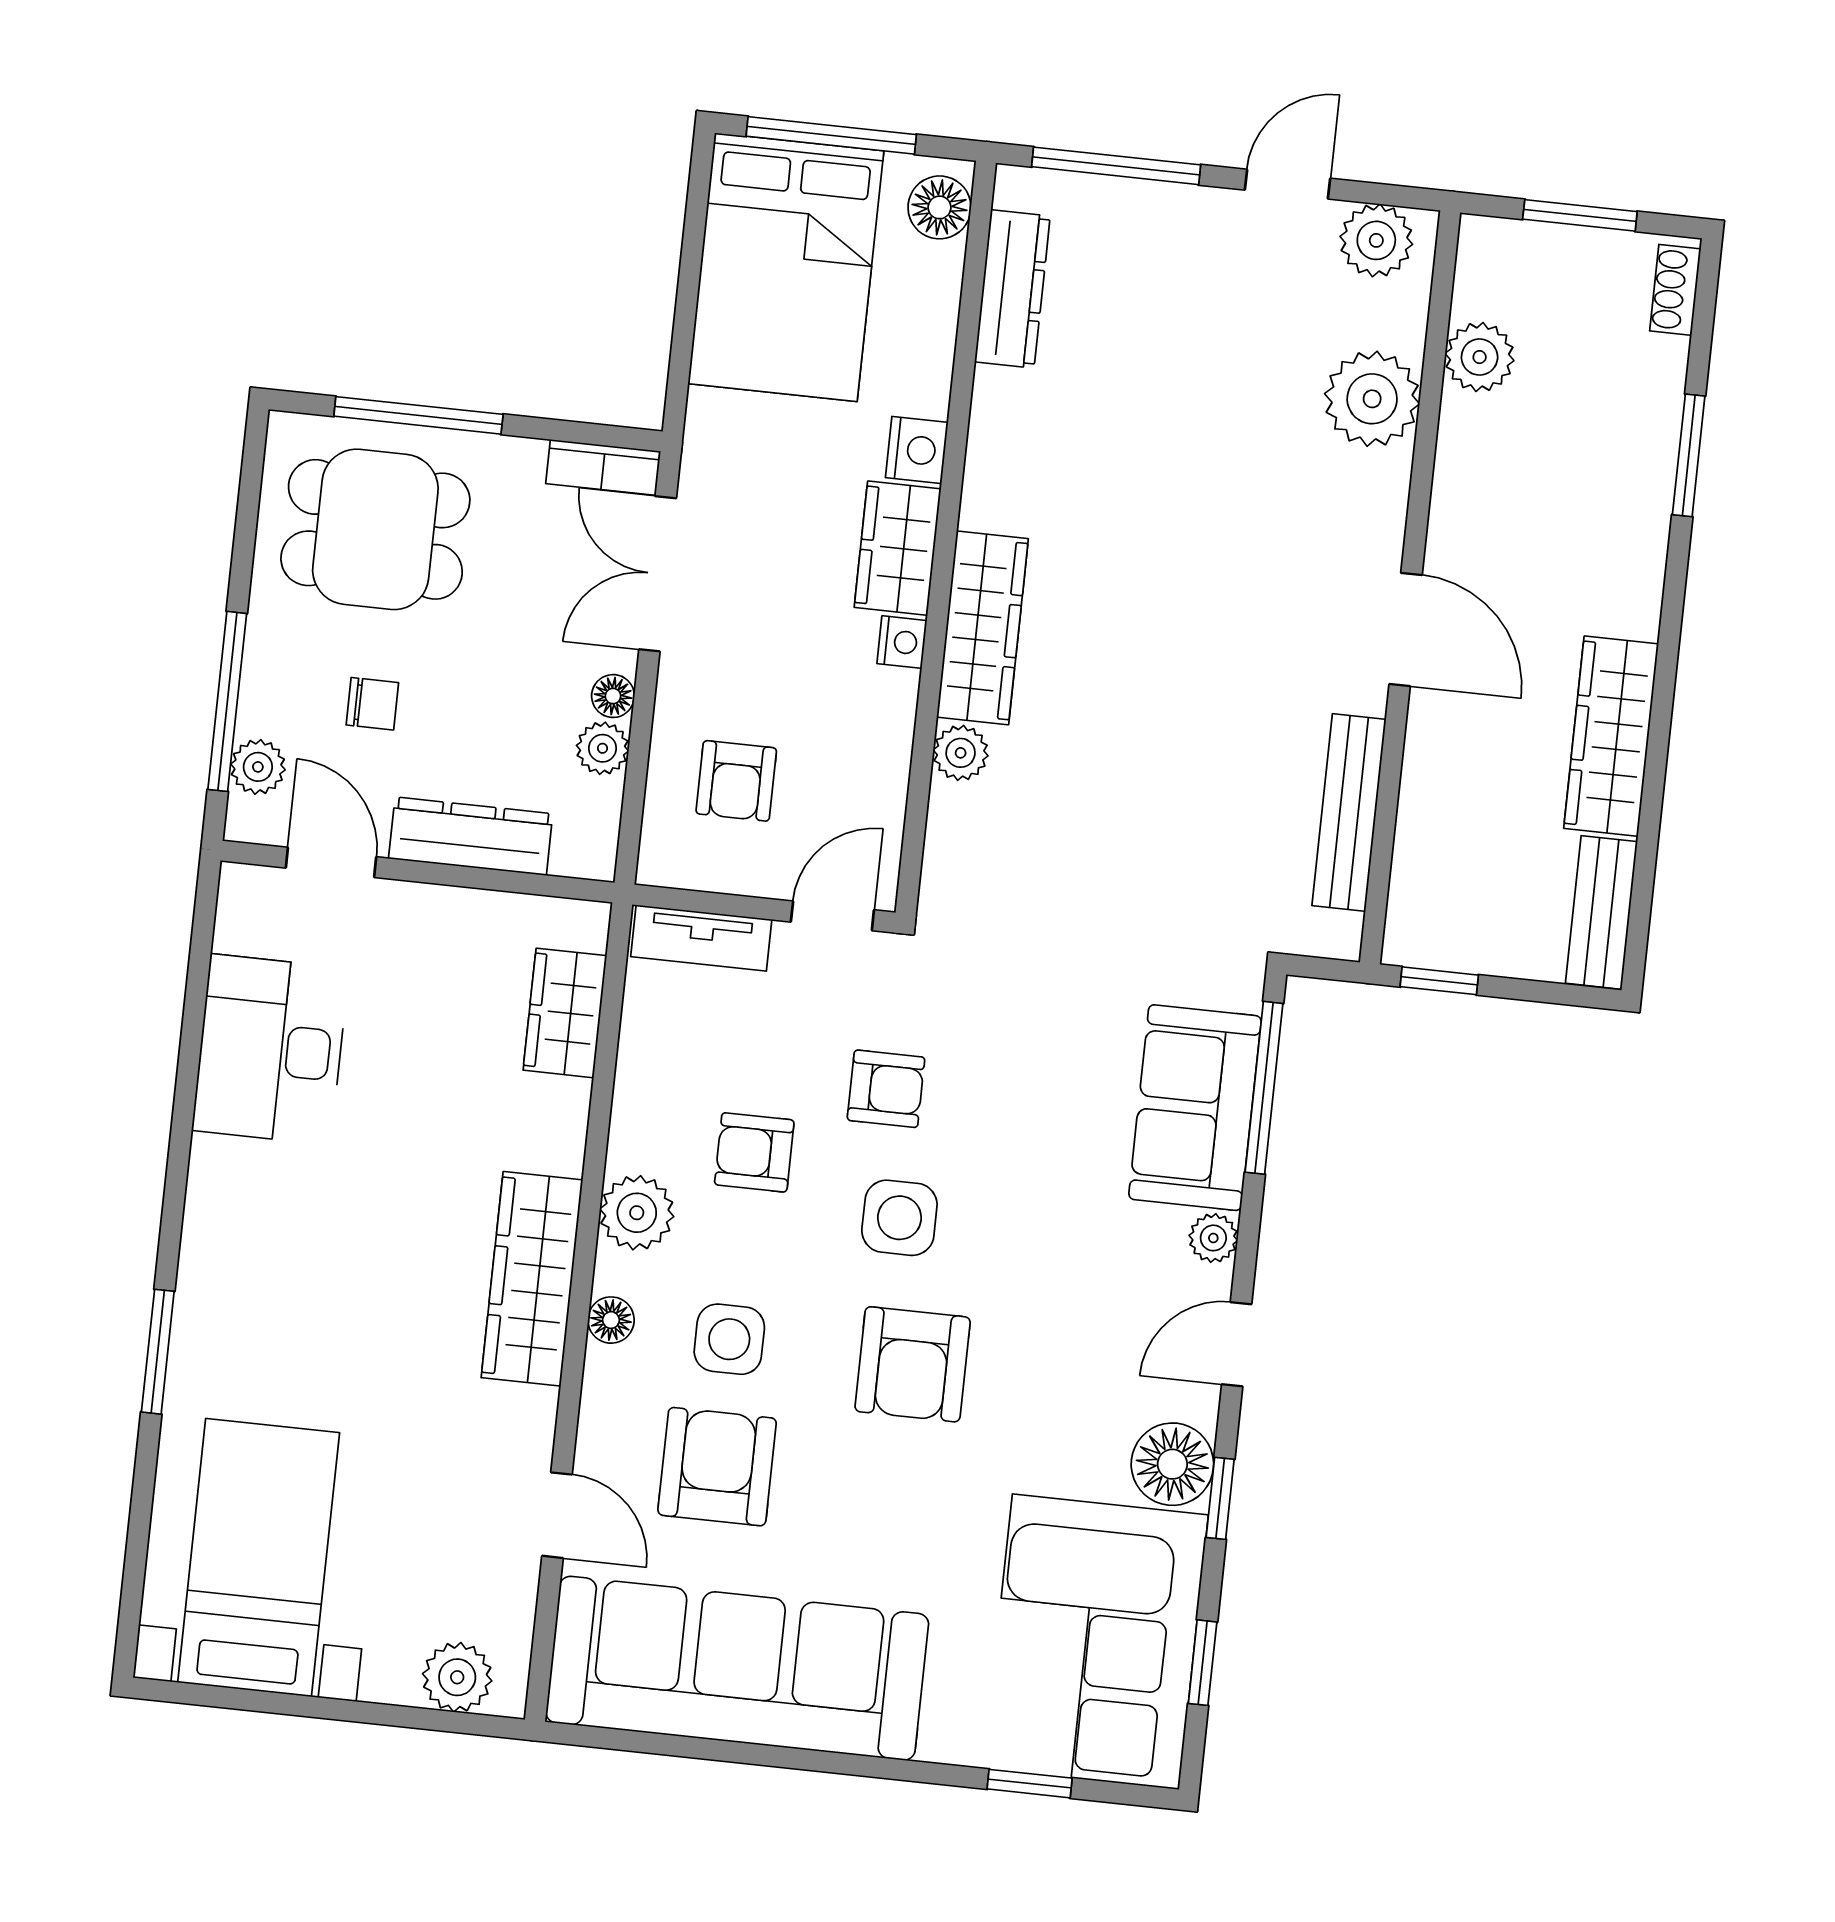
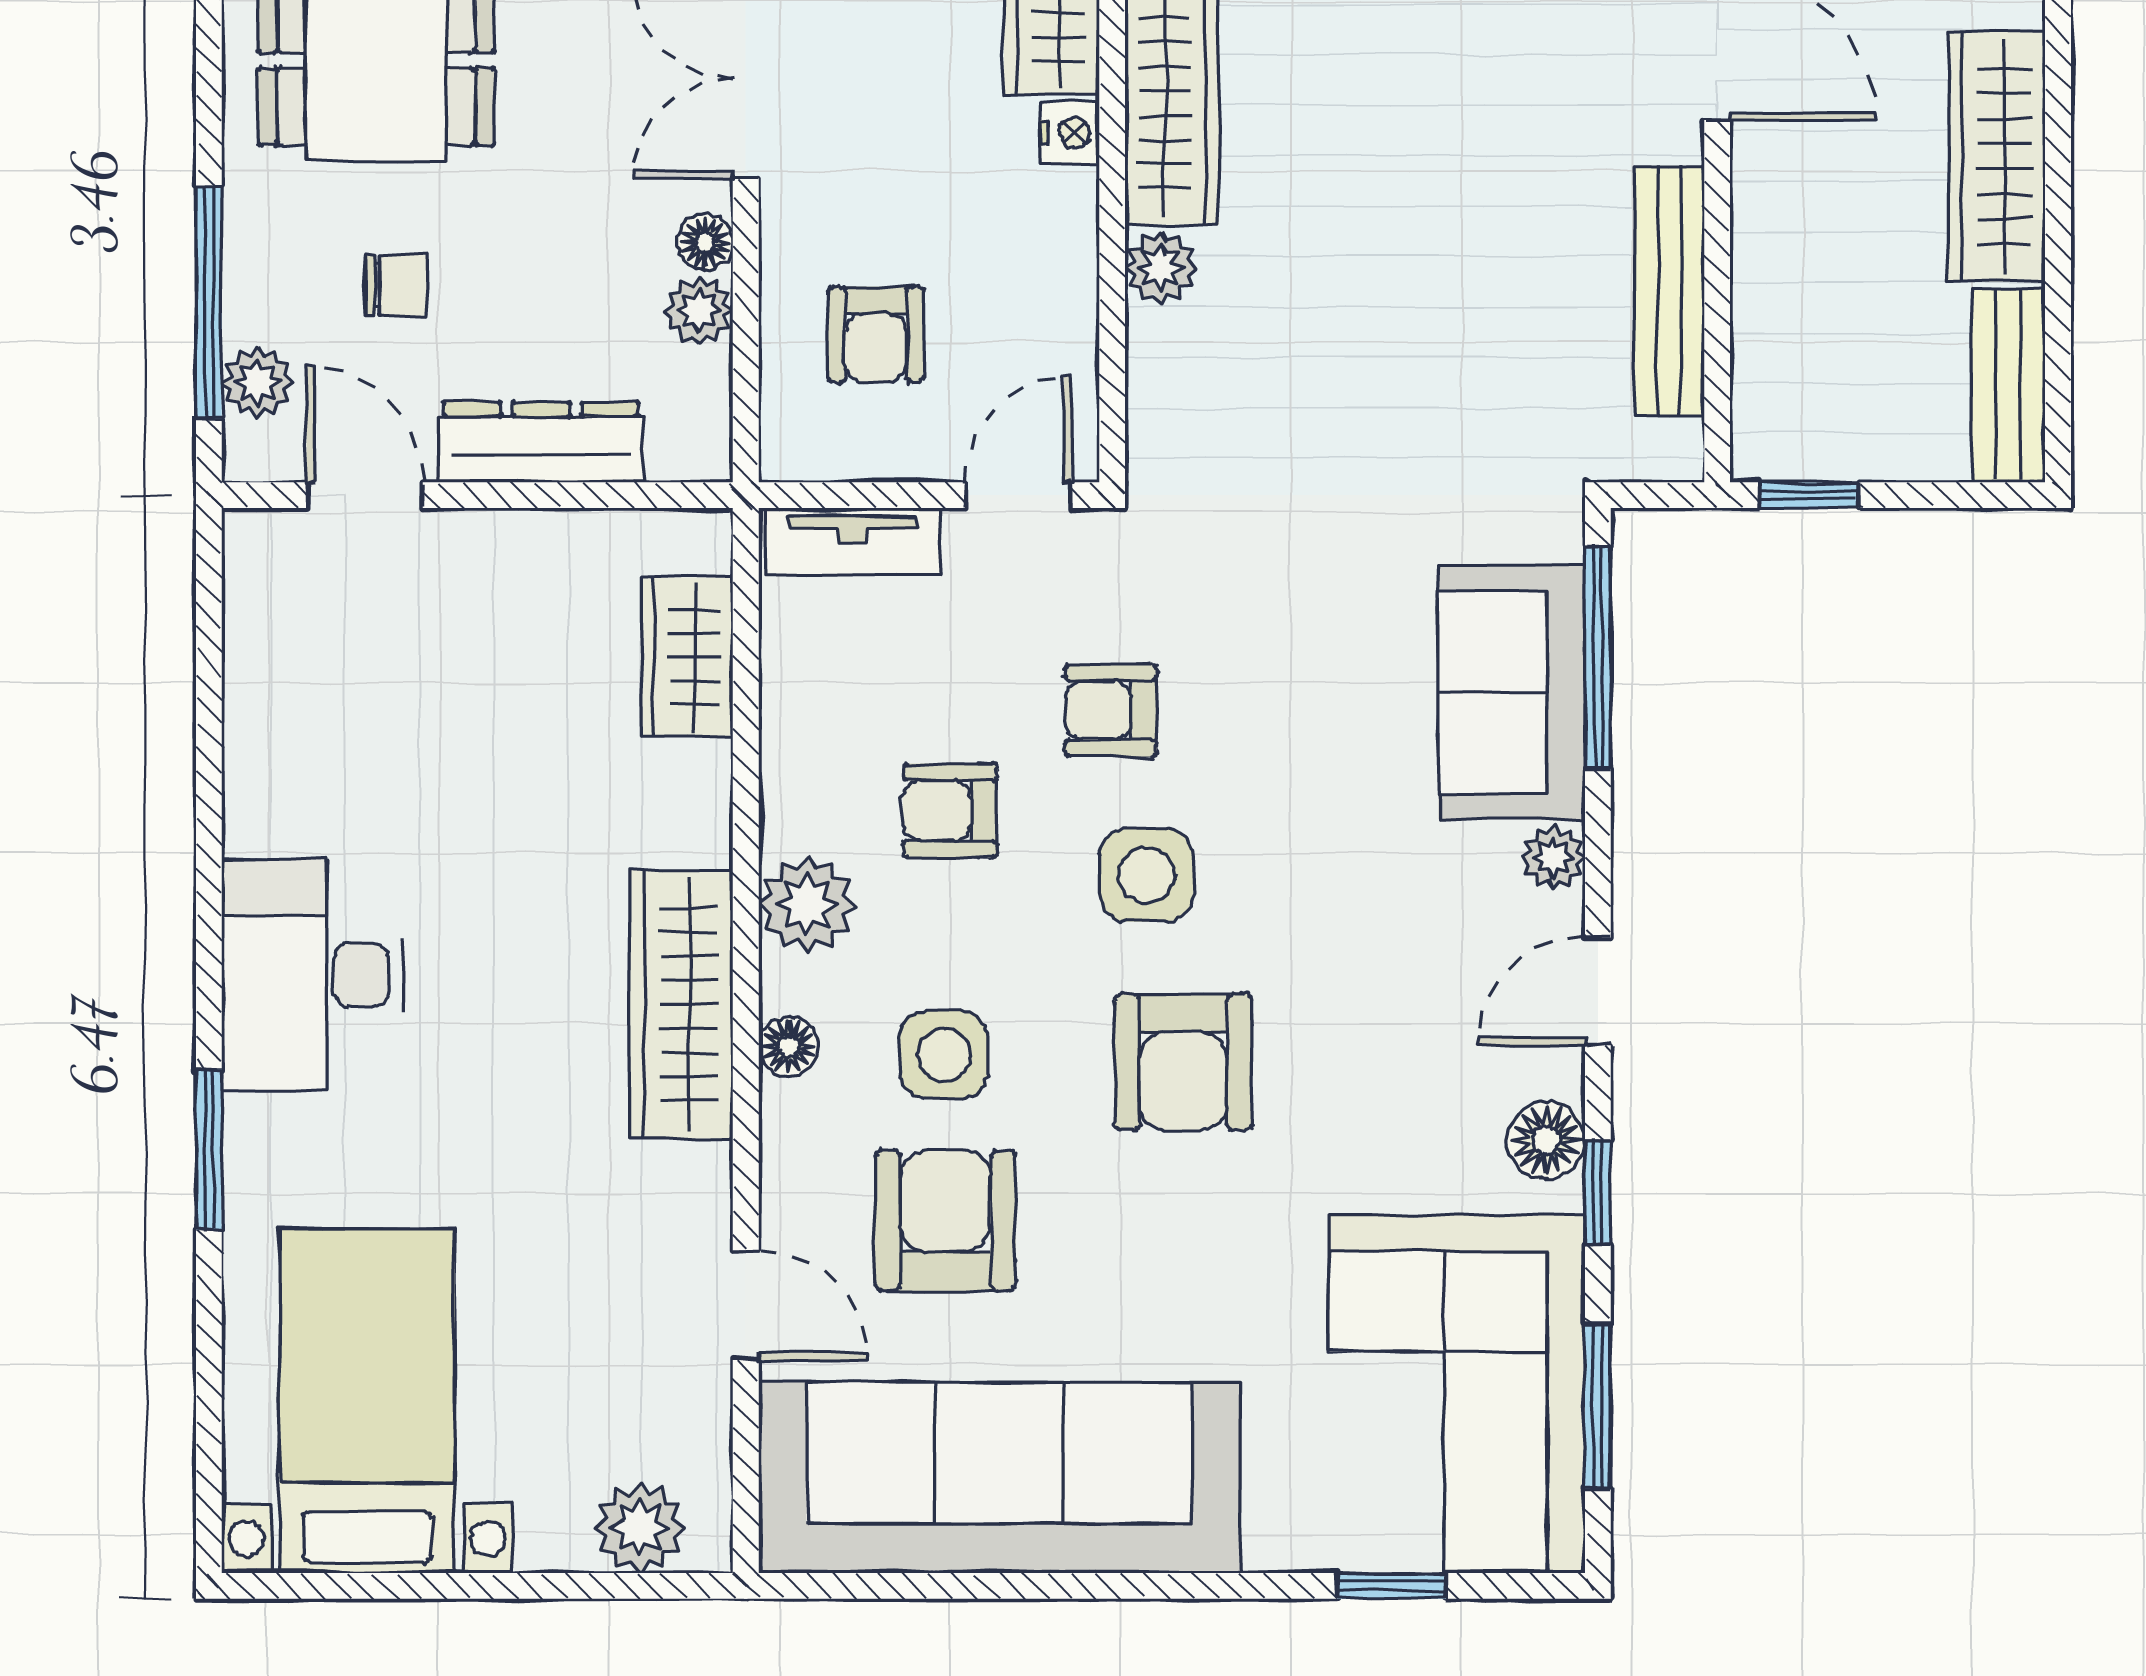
desk: (270, 1049) -> (312, 975), moved
armchair: (886, 1089) -> (1111, 710), turned 180
floor lamp: (1172, 1464) -> (1546, 1140), width x0.73, depth x0.73
window: (1203, 1663) -> (1598, 1406), width x1.50

